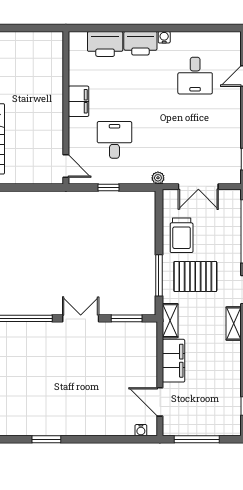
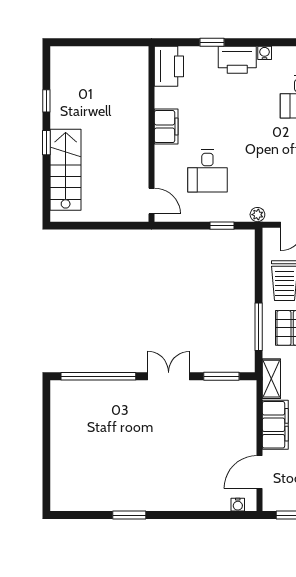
window: (118, 28) -> (212, 42), added
printer: (105, 44) -> (169, 66), moved, turned -90
desk: (114, 140) -> (207, 171), turned 180
window: (109, 187) -> (222, 226), moved
door: (160, 402) -> (260, 472), hinge flipped

